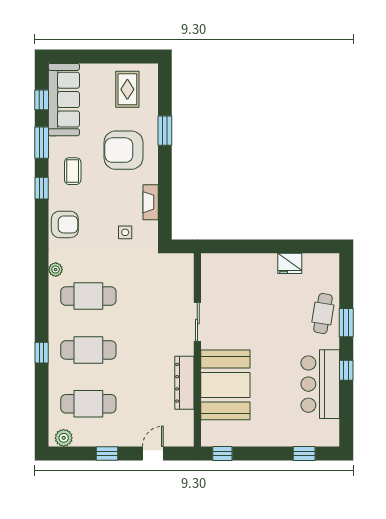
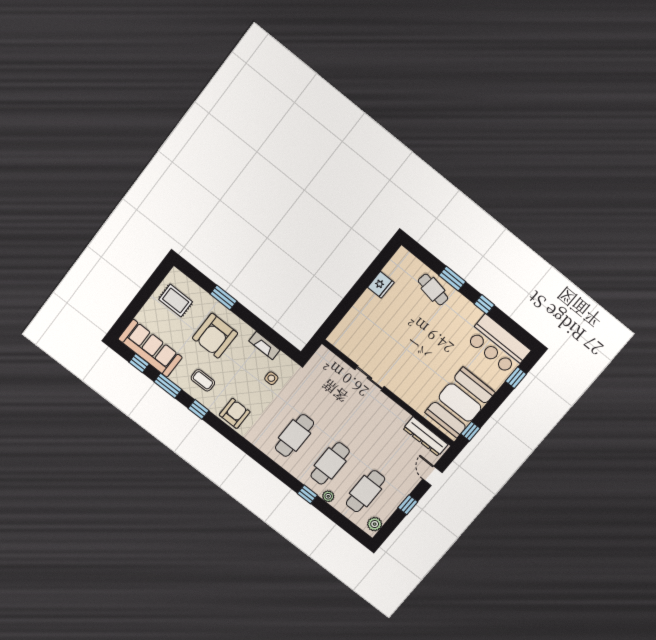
plant: (56, 270) -> (328, 496), moved
dresser: (184, 383) -> (425, 437), moved
bar counter: (320, 384) -> (498, 345), moved
booth: (225, 385) -> (460, 403), moved, turned 90

